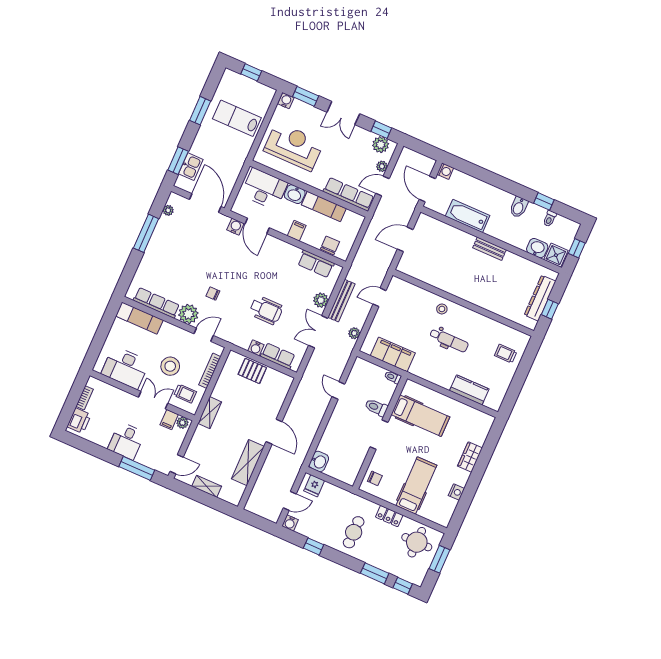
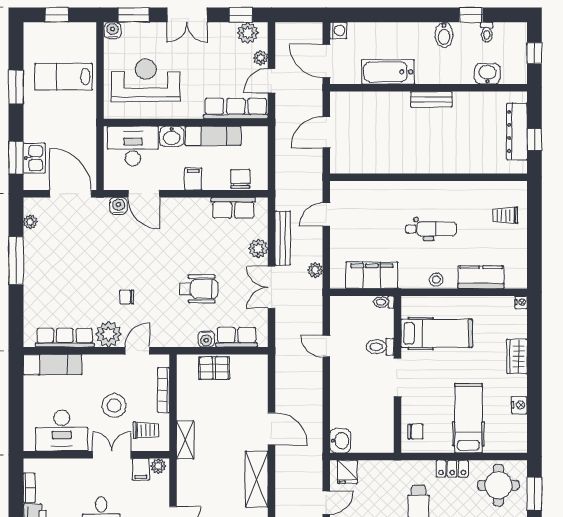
shower: (556, 255) -> (513, 72), removed
stool: (442, 309) -> (436, 280), moved
nightstand: (490, 420) -> (521, 302), added

